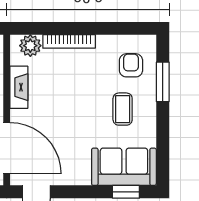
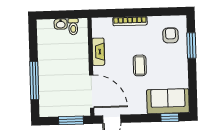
plant: (30, 46) -> (105, 25), removed
coffee table: (123, 109) -> (140, 65), moved

